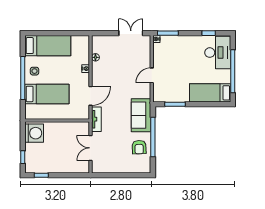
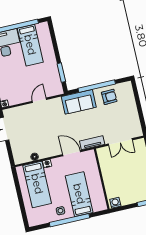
bed: (48, 46) -> (37, 184), moved, turned 180
door: (152, 75) -> (39, 100), swing flipped
bed: (210, 93) -> (30, 45), moved
washing machine: (34, 133) -> (115, 203), width x0.53, depth x0.53

